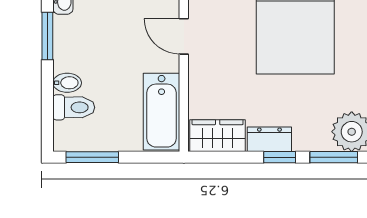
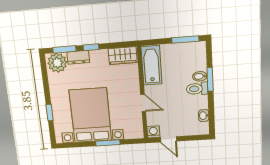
window: (47, 36) -> (210, 79), moved
toilet: (74, 107) -> (197, 89), moved
dresser: (269, 139) -> (78, 57), moved

